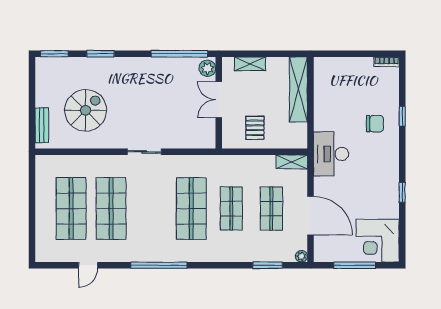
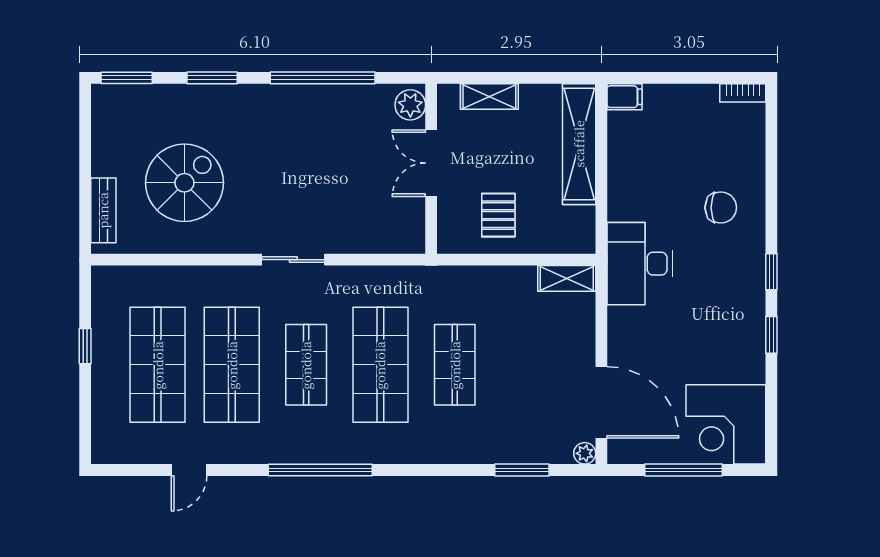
window: (179, 54) -> (323, 78), moved
filing cabinet: (323, 64) -> (625, 97), added
window: (402, 116) -> (771, 272), moved
window: (32, 198) -> (85, 346), added
shop shelf: (271, 208) -> (306, 365), moved
door: (310, 216) -> (601, 402), moved

